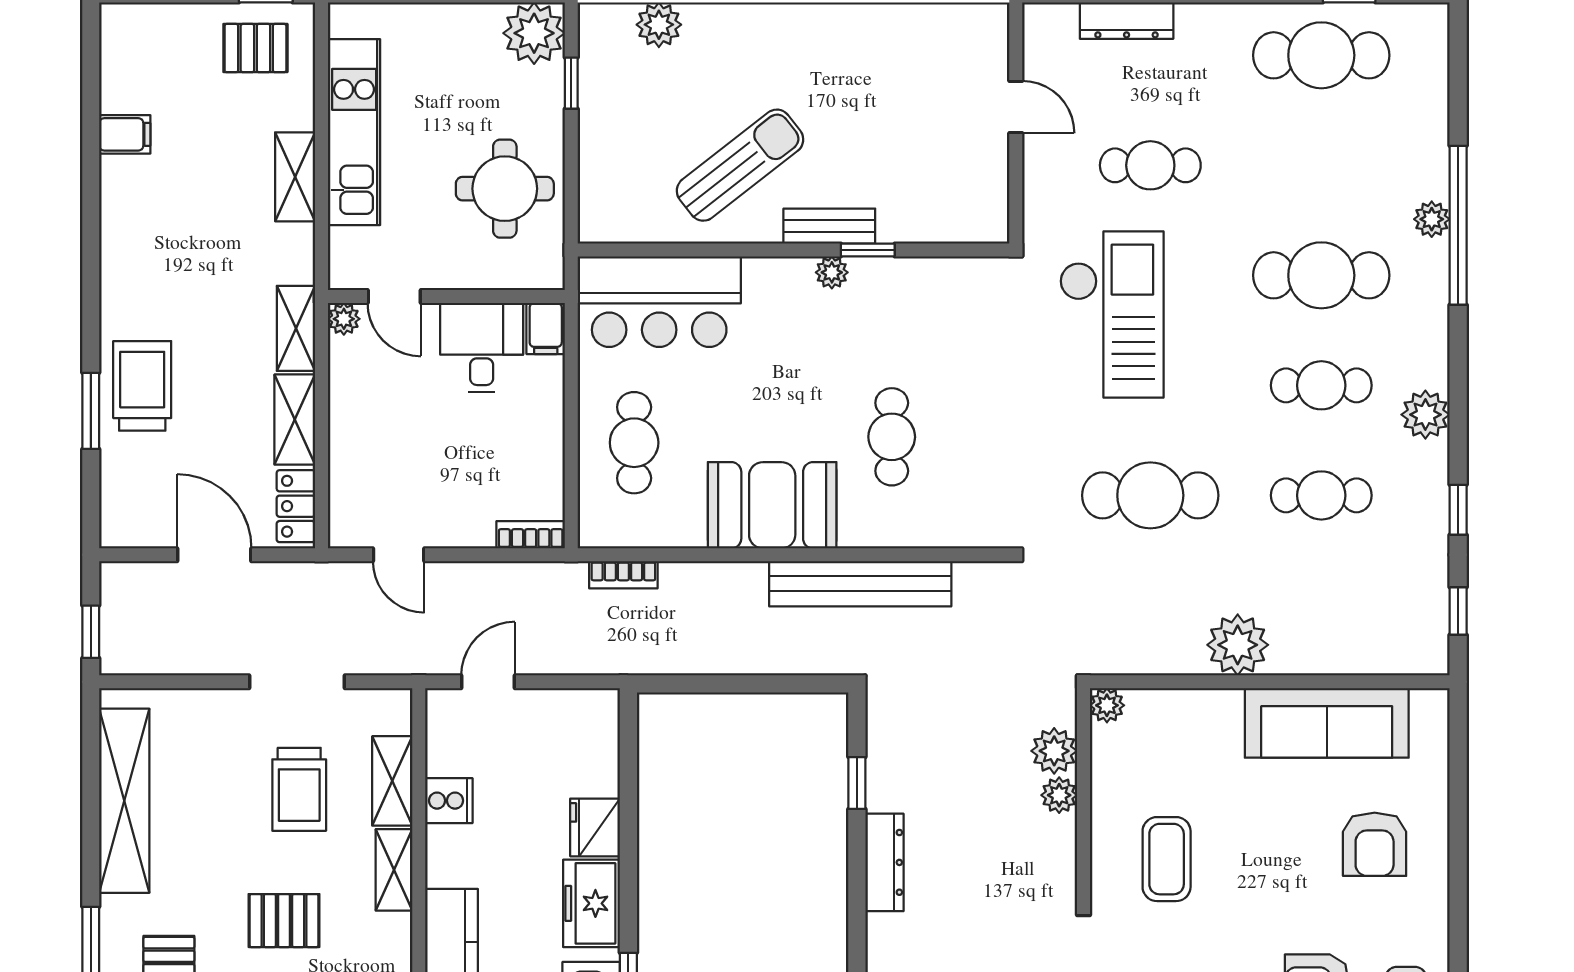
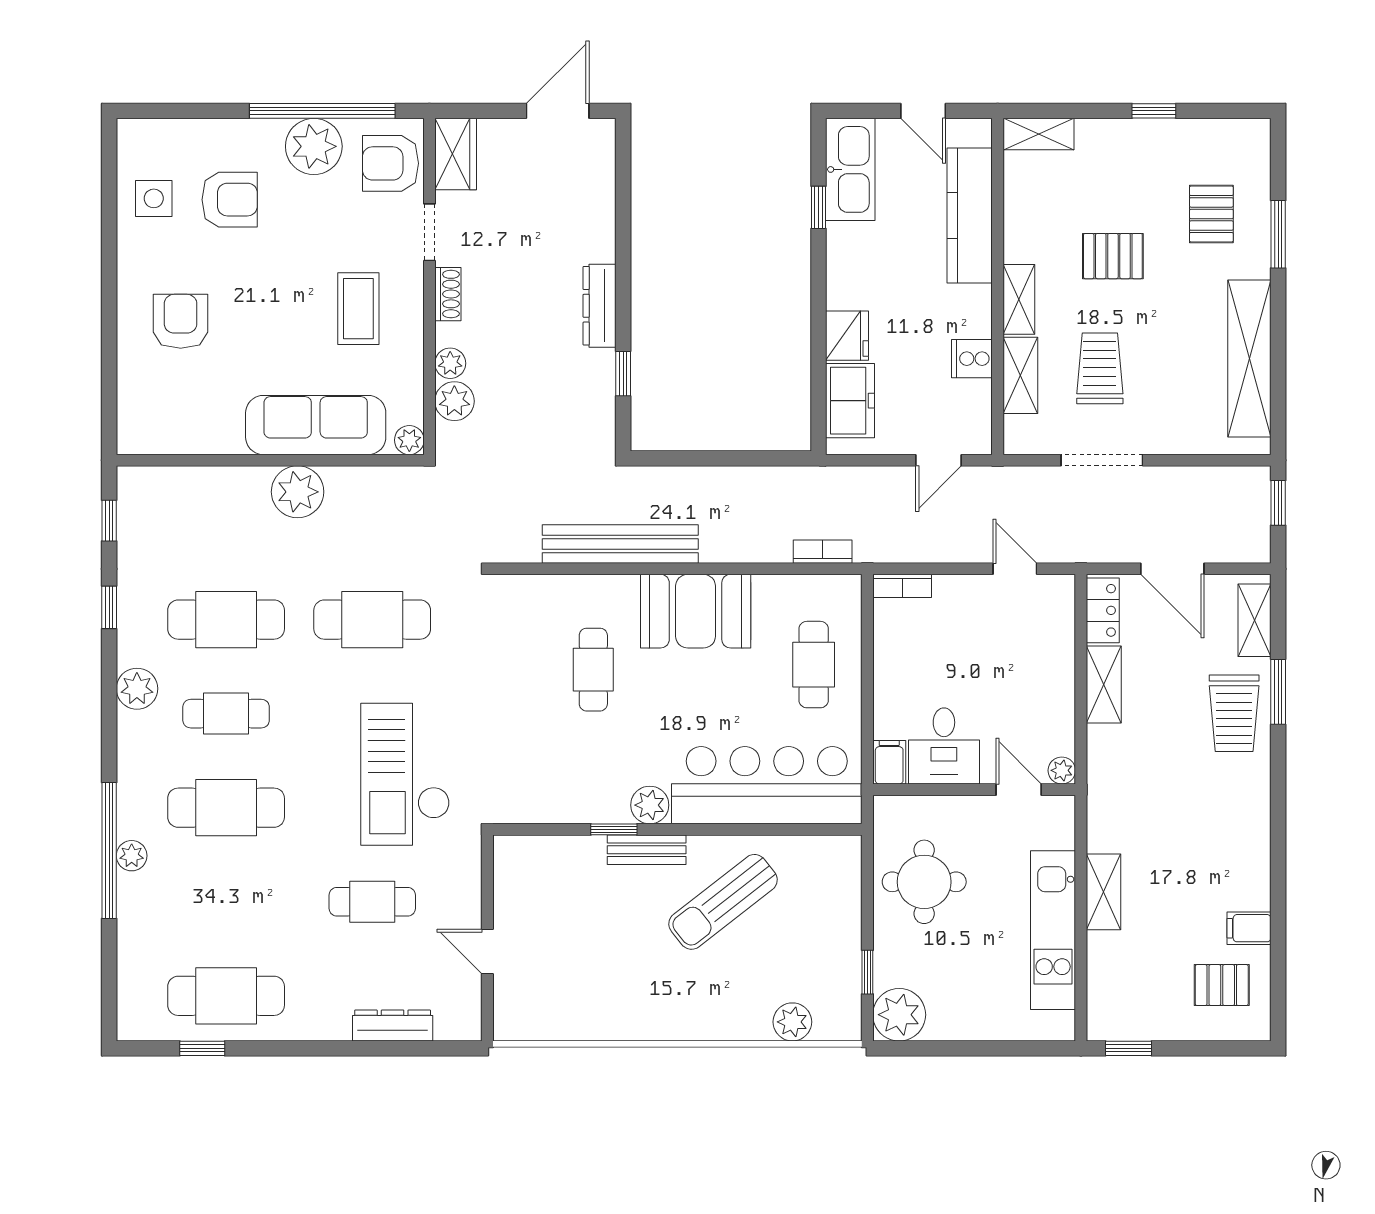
pallet: (255, 48) -> (1222, 985), moved
plant: (832, 272) -> (650, 805), width x1.38, depth x1.38
bar counter: (659, 302) -> (767, 785), width x1.36
shelving: (296, 328) -> (1255, 620), moved
cafe table: (1321, 495) -> (226, 620), width x1.37, depth x1.35
sofa: (1327, 723) -> (316, 425), moved
shoe rack: (1062, 876) -> (448, 294), added
freezer: (592, 903) -> (850, 401), moved

